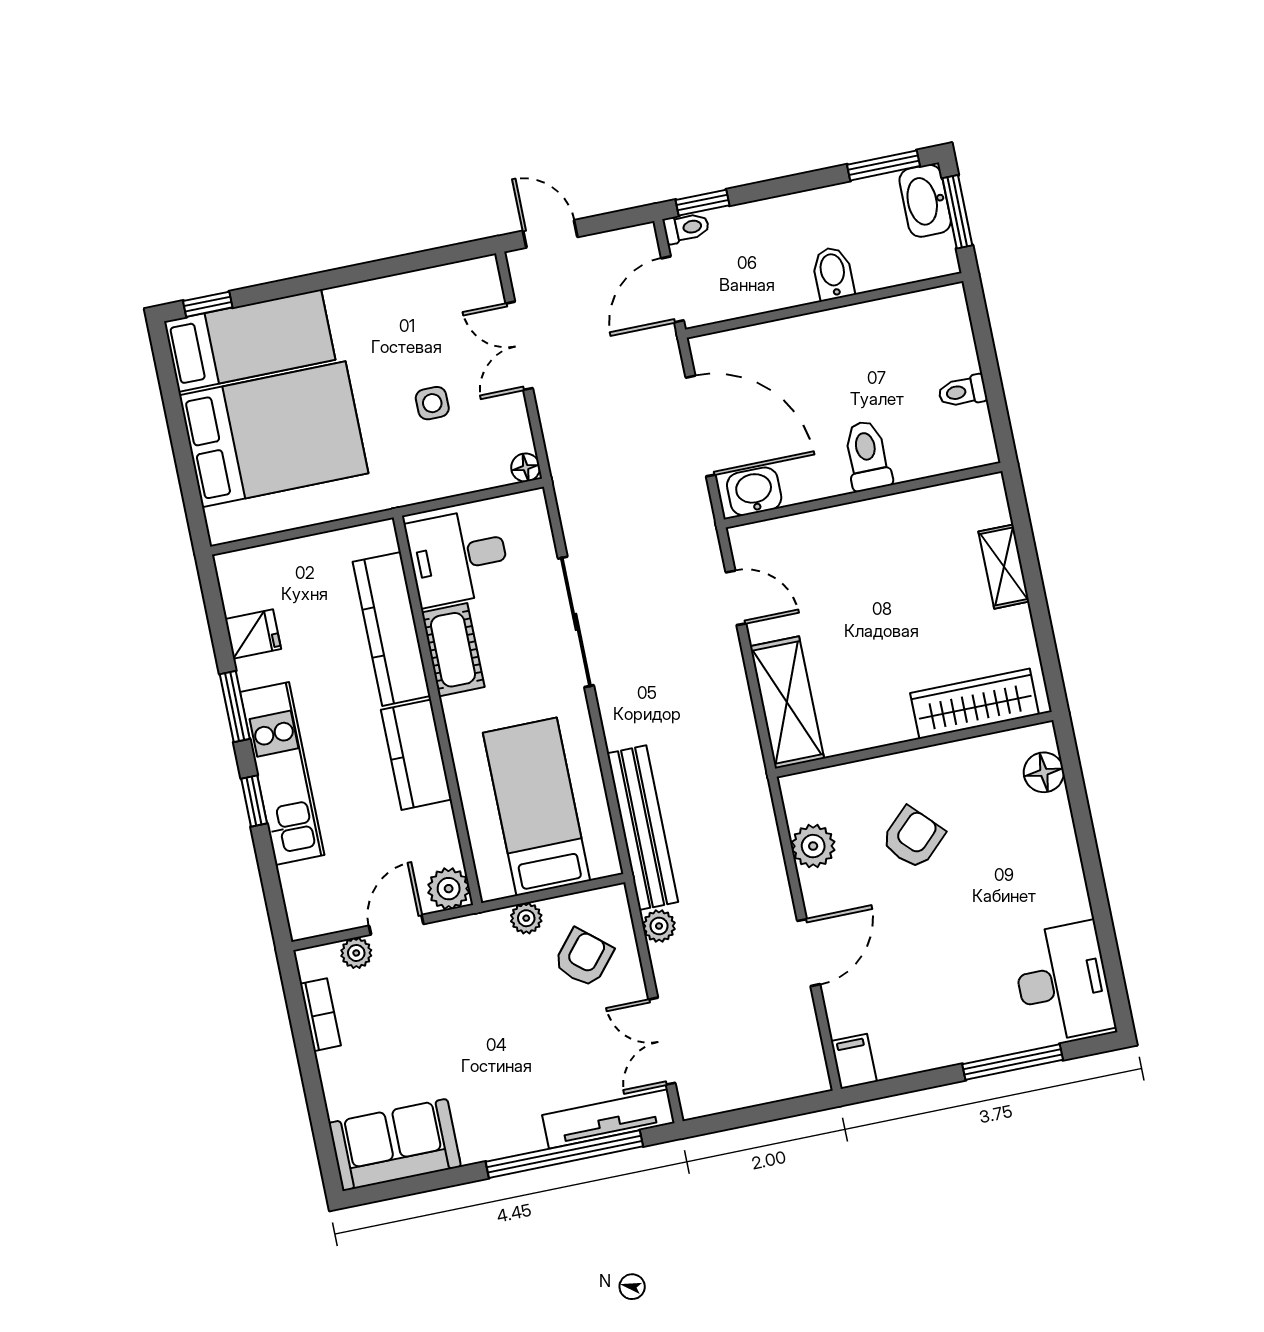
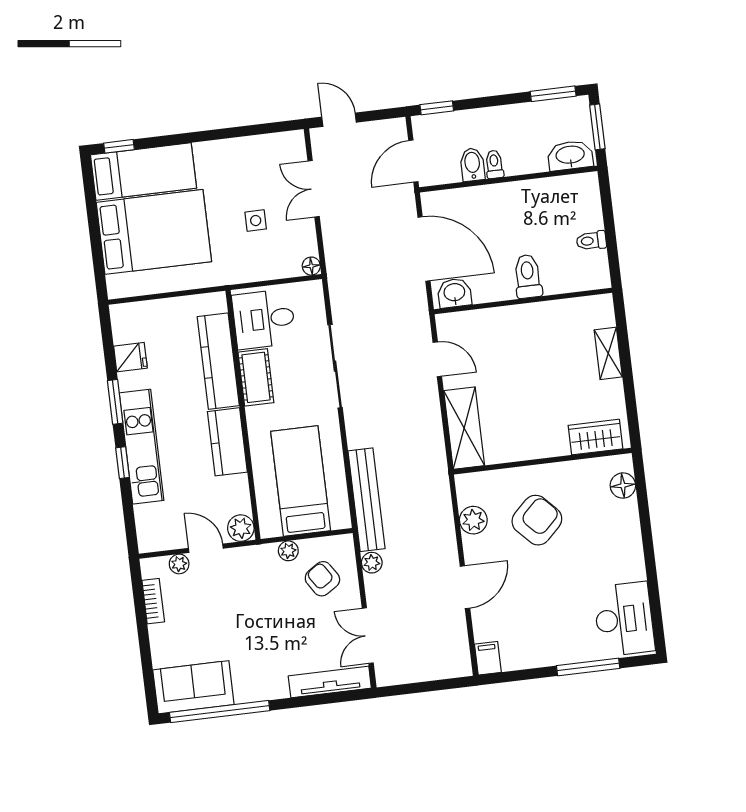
washbasin: (925, 201) -> (570, 155), moved, turned 90
toilet: (686, 228) -> (494, 164), moved, turned -90
bidet: (833, 273) -> (472, 165), moved
wardrobe: (975, 704) -> (595, 437), width x0.67
armchair: (913, 838) -> (537, 520), width x1.38, depth x1.38
door: (396, 925) -> (206, 548), hinge flipped
armchair: (583, 958) -> (322, 579), turned -73
window: (564, 1154) -> (220, 712), moved

